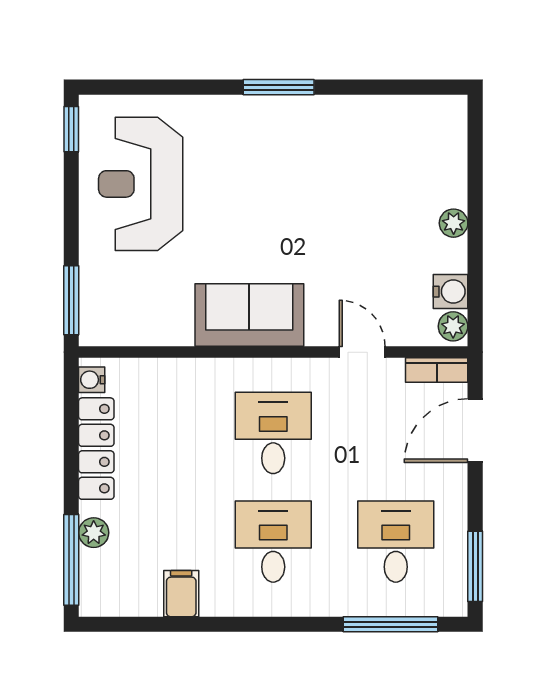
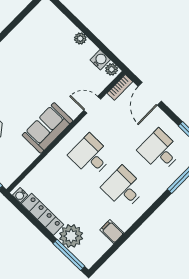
plant: (94, 533) -> (71, 236), width x1.87, depth x1.87

